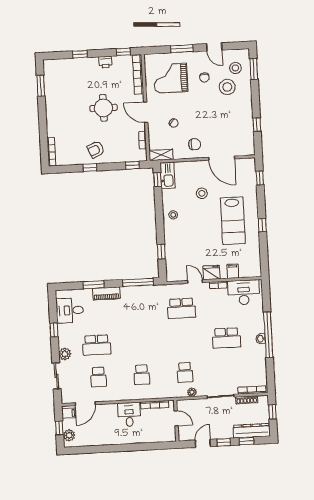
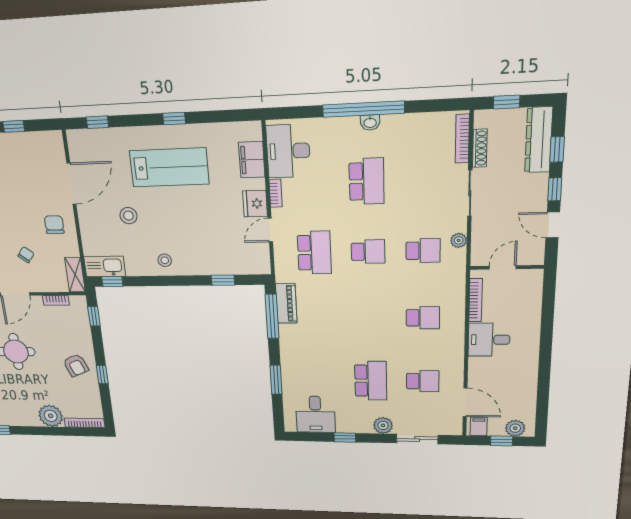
plant: (55, 128) -> (51, 416), added
filing cabinet: (233, 271) -> (252, 160), width x2.00
piano: (106, 294) -> (286, 303), moved
school desk: (183, 340) -> (368, 252), added

